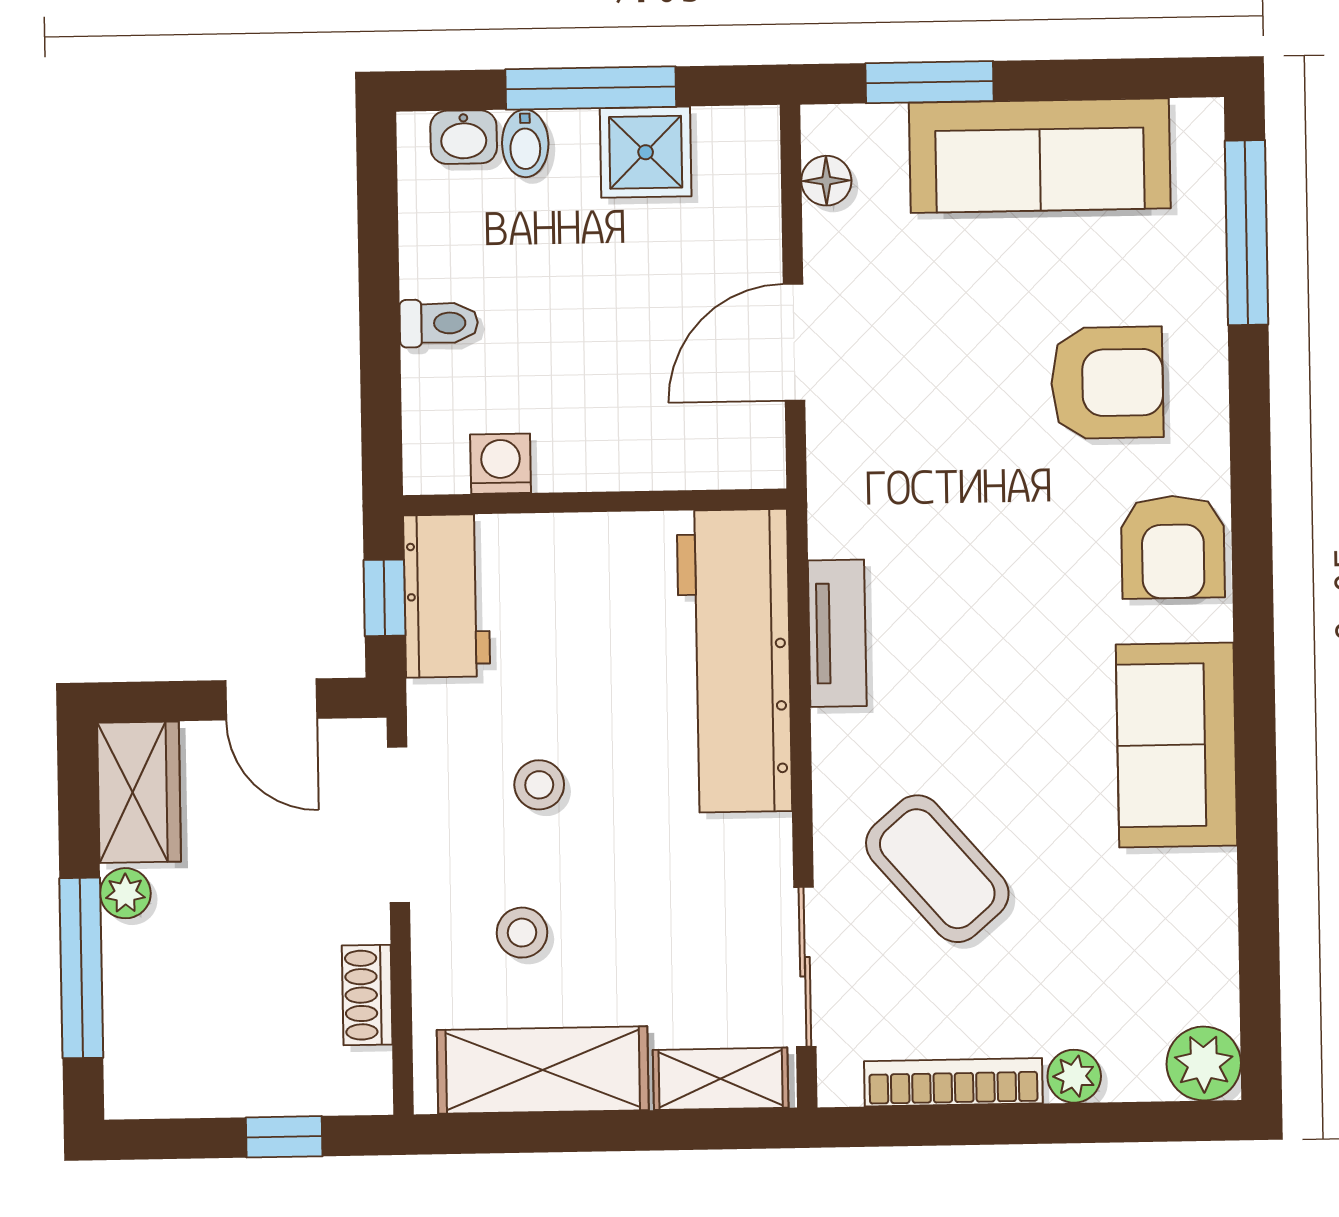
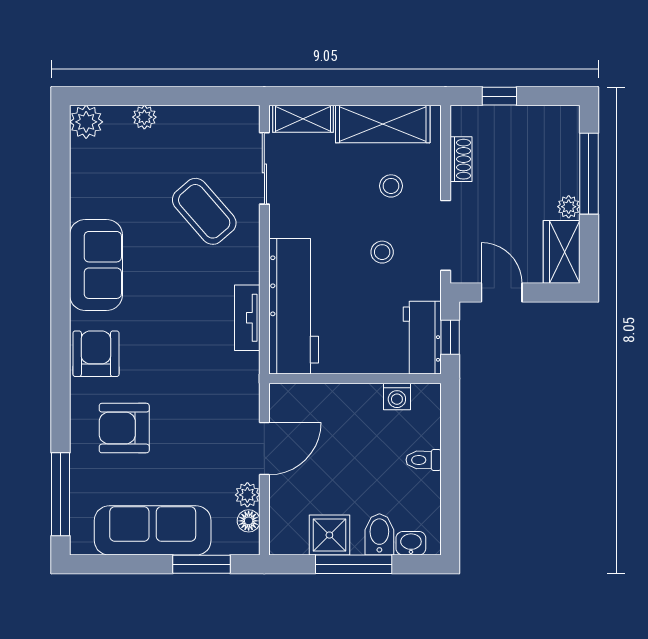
bidet: (525, 143) -> (379, 534), width x1.38, depth x1.36
plant: (830, 239) -> (247, 495), added
bookcase: (953, 1082) -> (199, 115), removed

